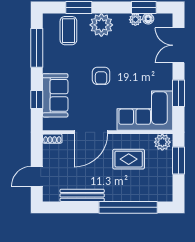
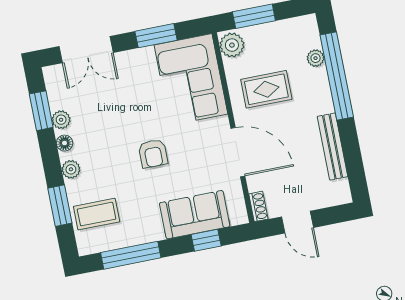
floor lamp: (148, 19) -> (65, 143), moved
plant: (101, 25) -> (71, 169), width x0.53, depth x0.53
armchair: (101, 76) -> (153, 154), turned 90
rug: (129, 159) -> (266, 89), turned 90
door: (37, 176) -> (297, 222), moved
plant: (143, 196) -> (316, 58), added

